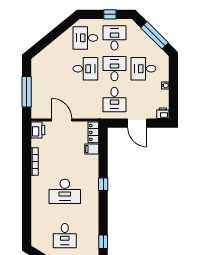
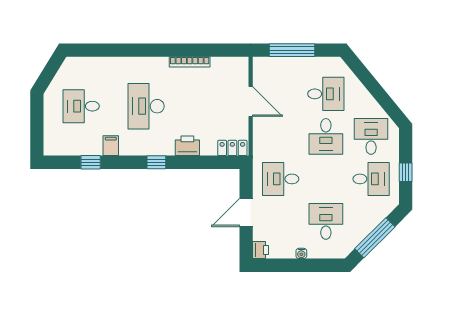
desk: (114, 69) -> (326, 94), moved
door: (62, 120) -> (251, 102), hinge flipped
printer: (38, 130) -> (187, 146), moved, turned 180
filing cabinet: (92, 149) -> (111, 146), moved
window: (103, 242) -> (91, 162), moved

